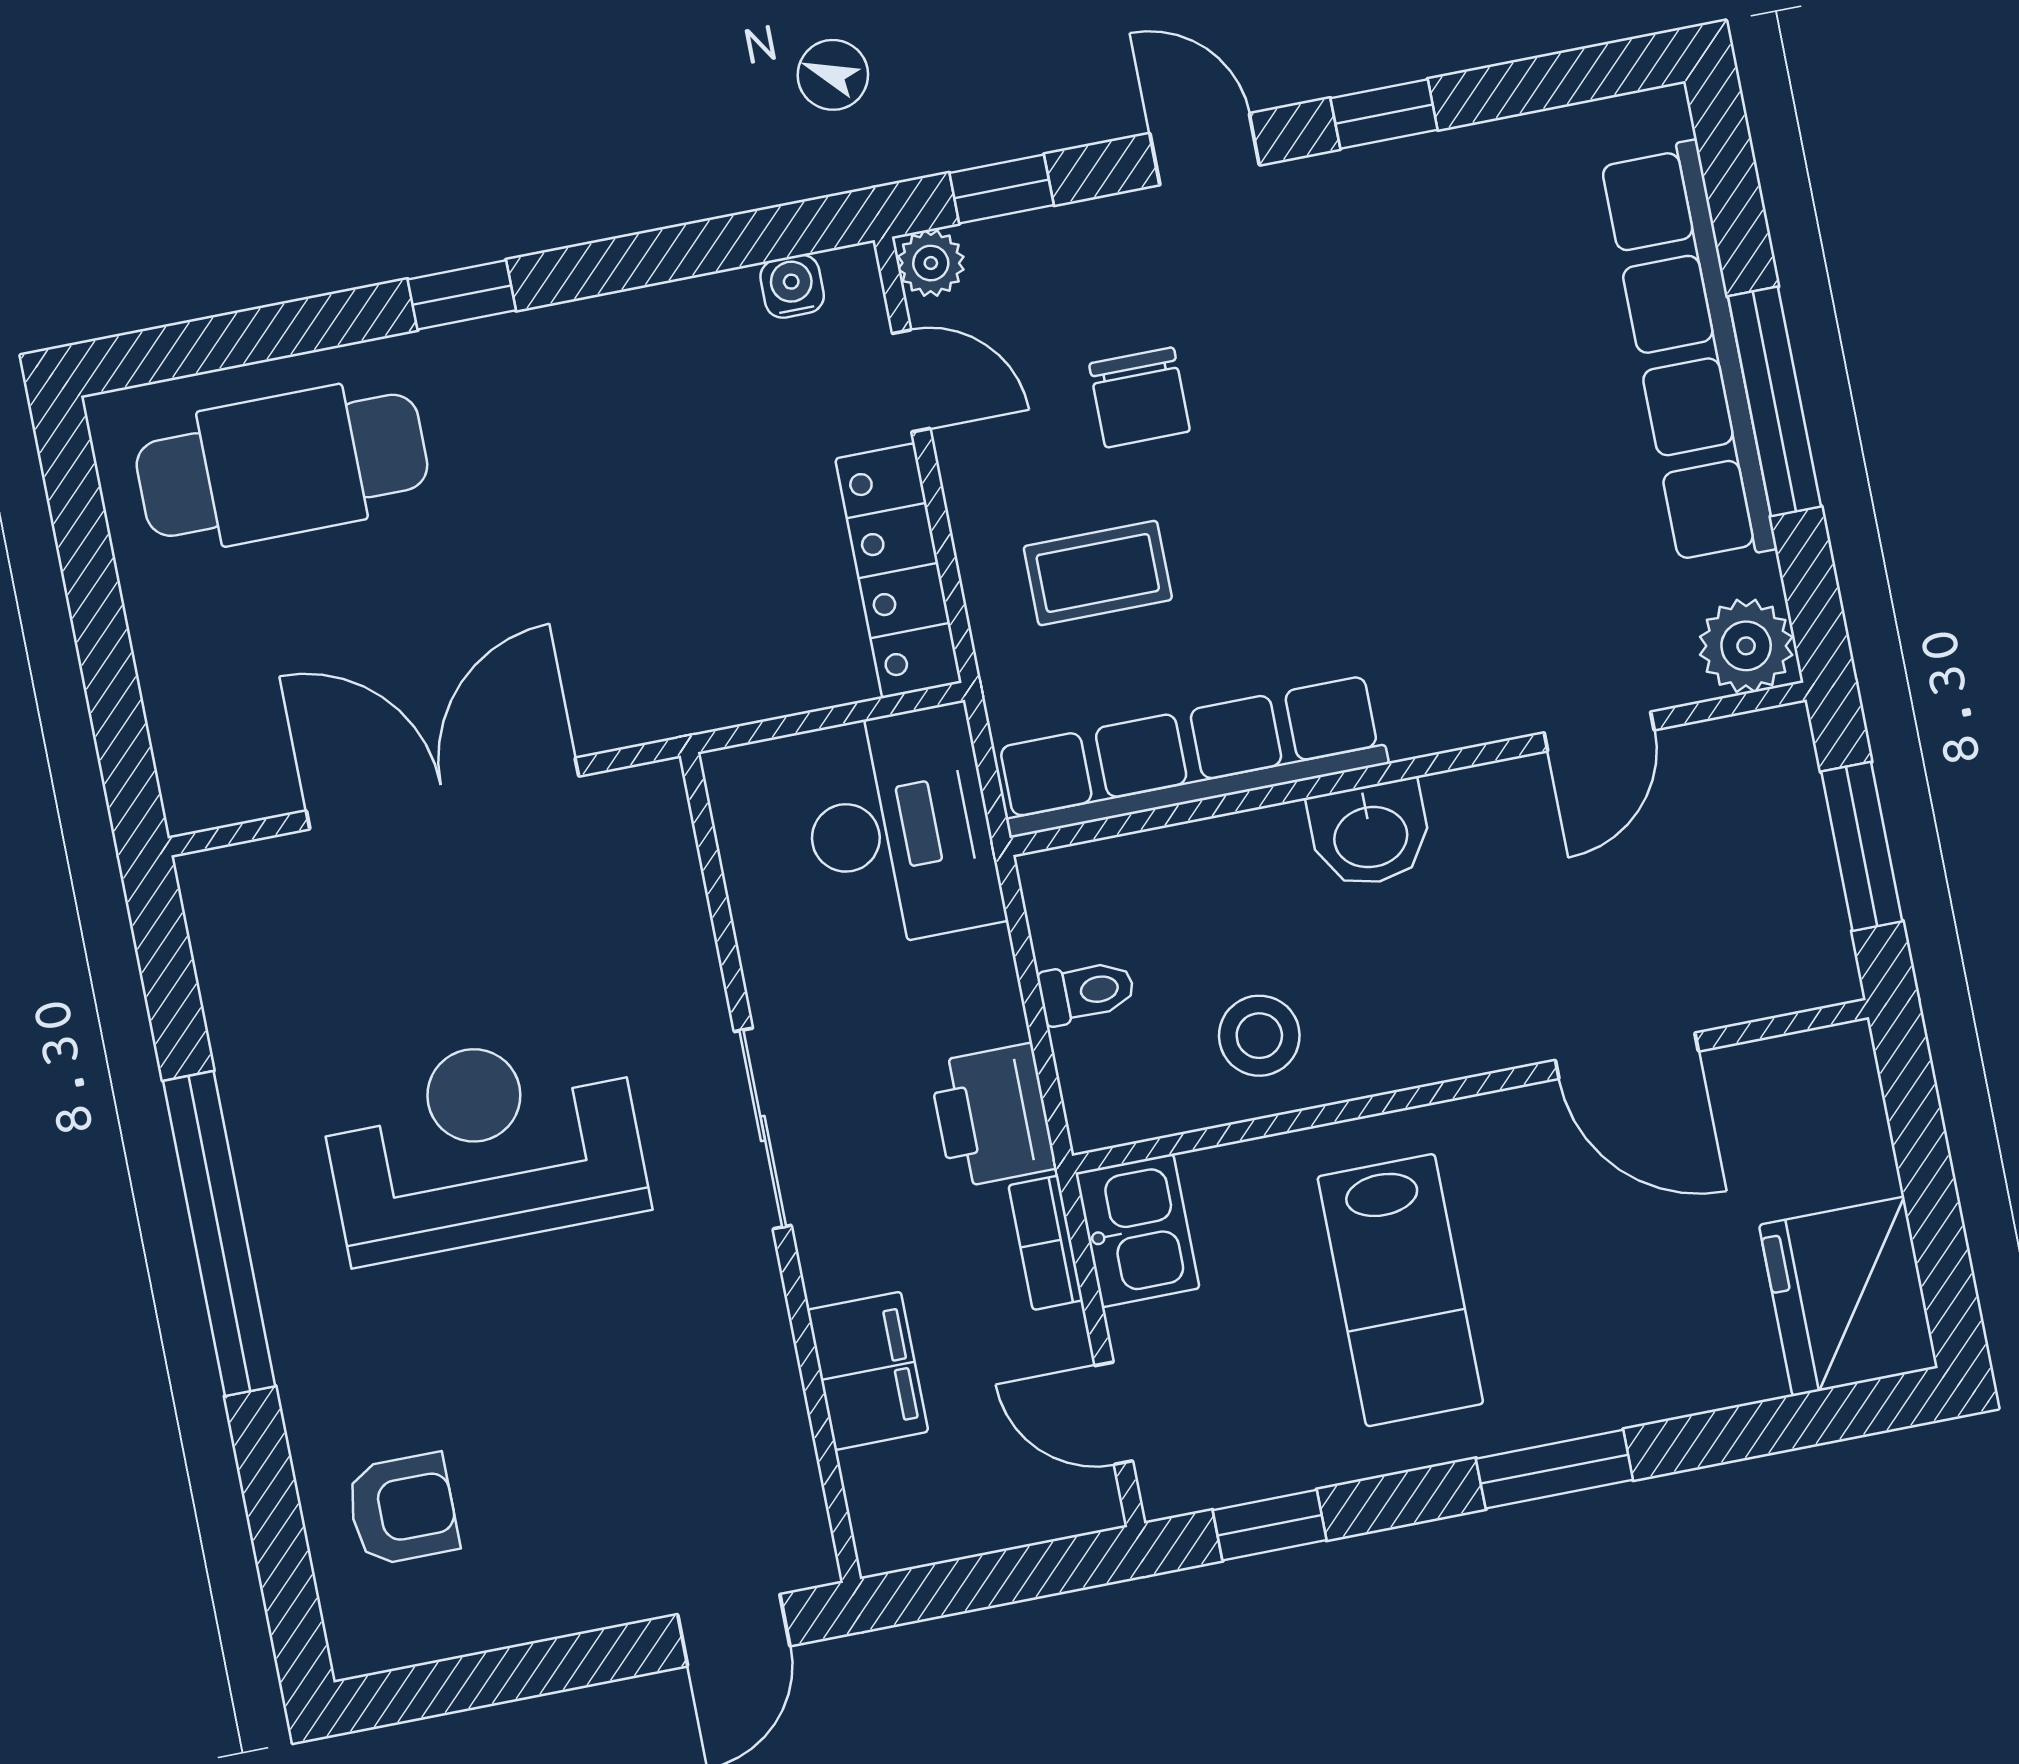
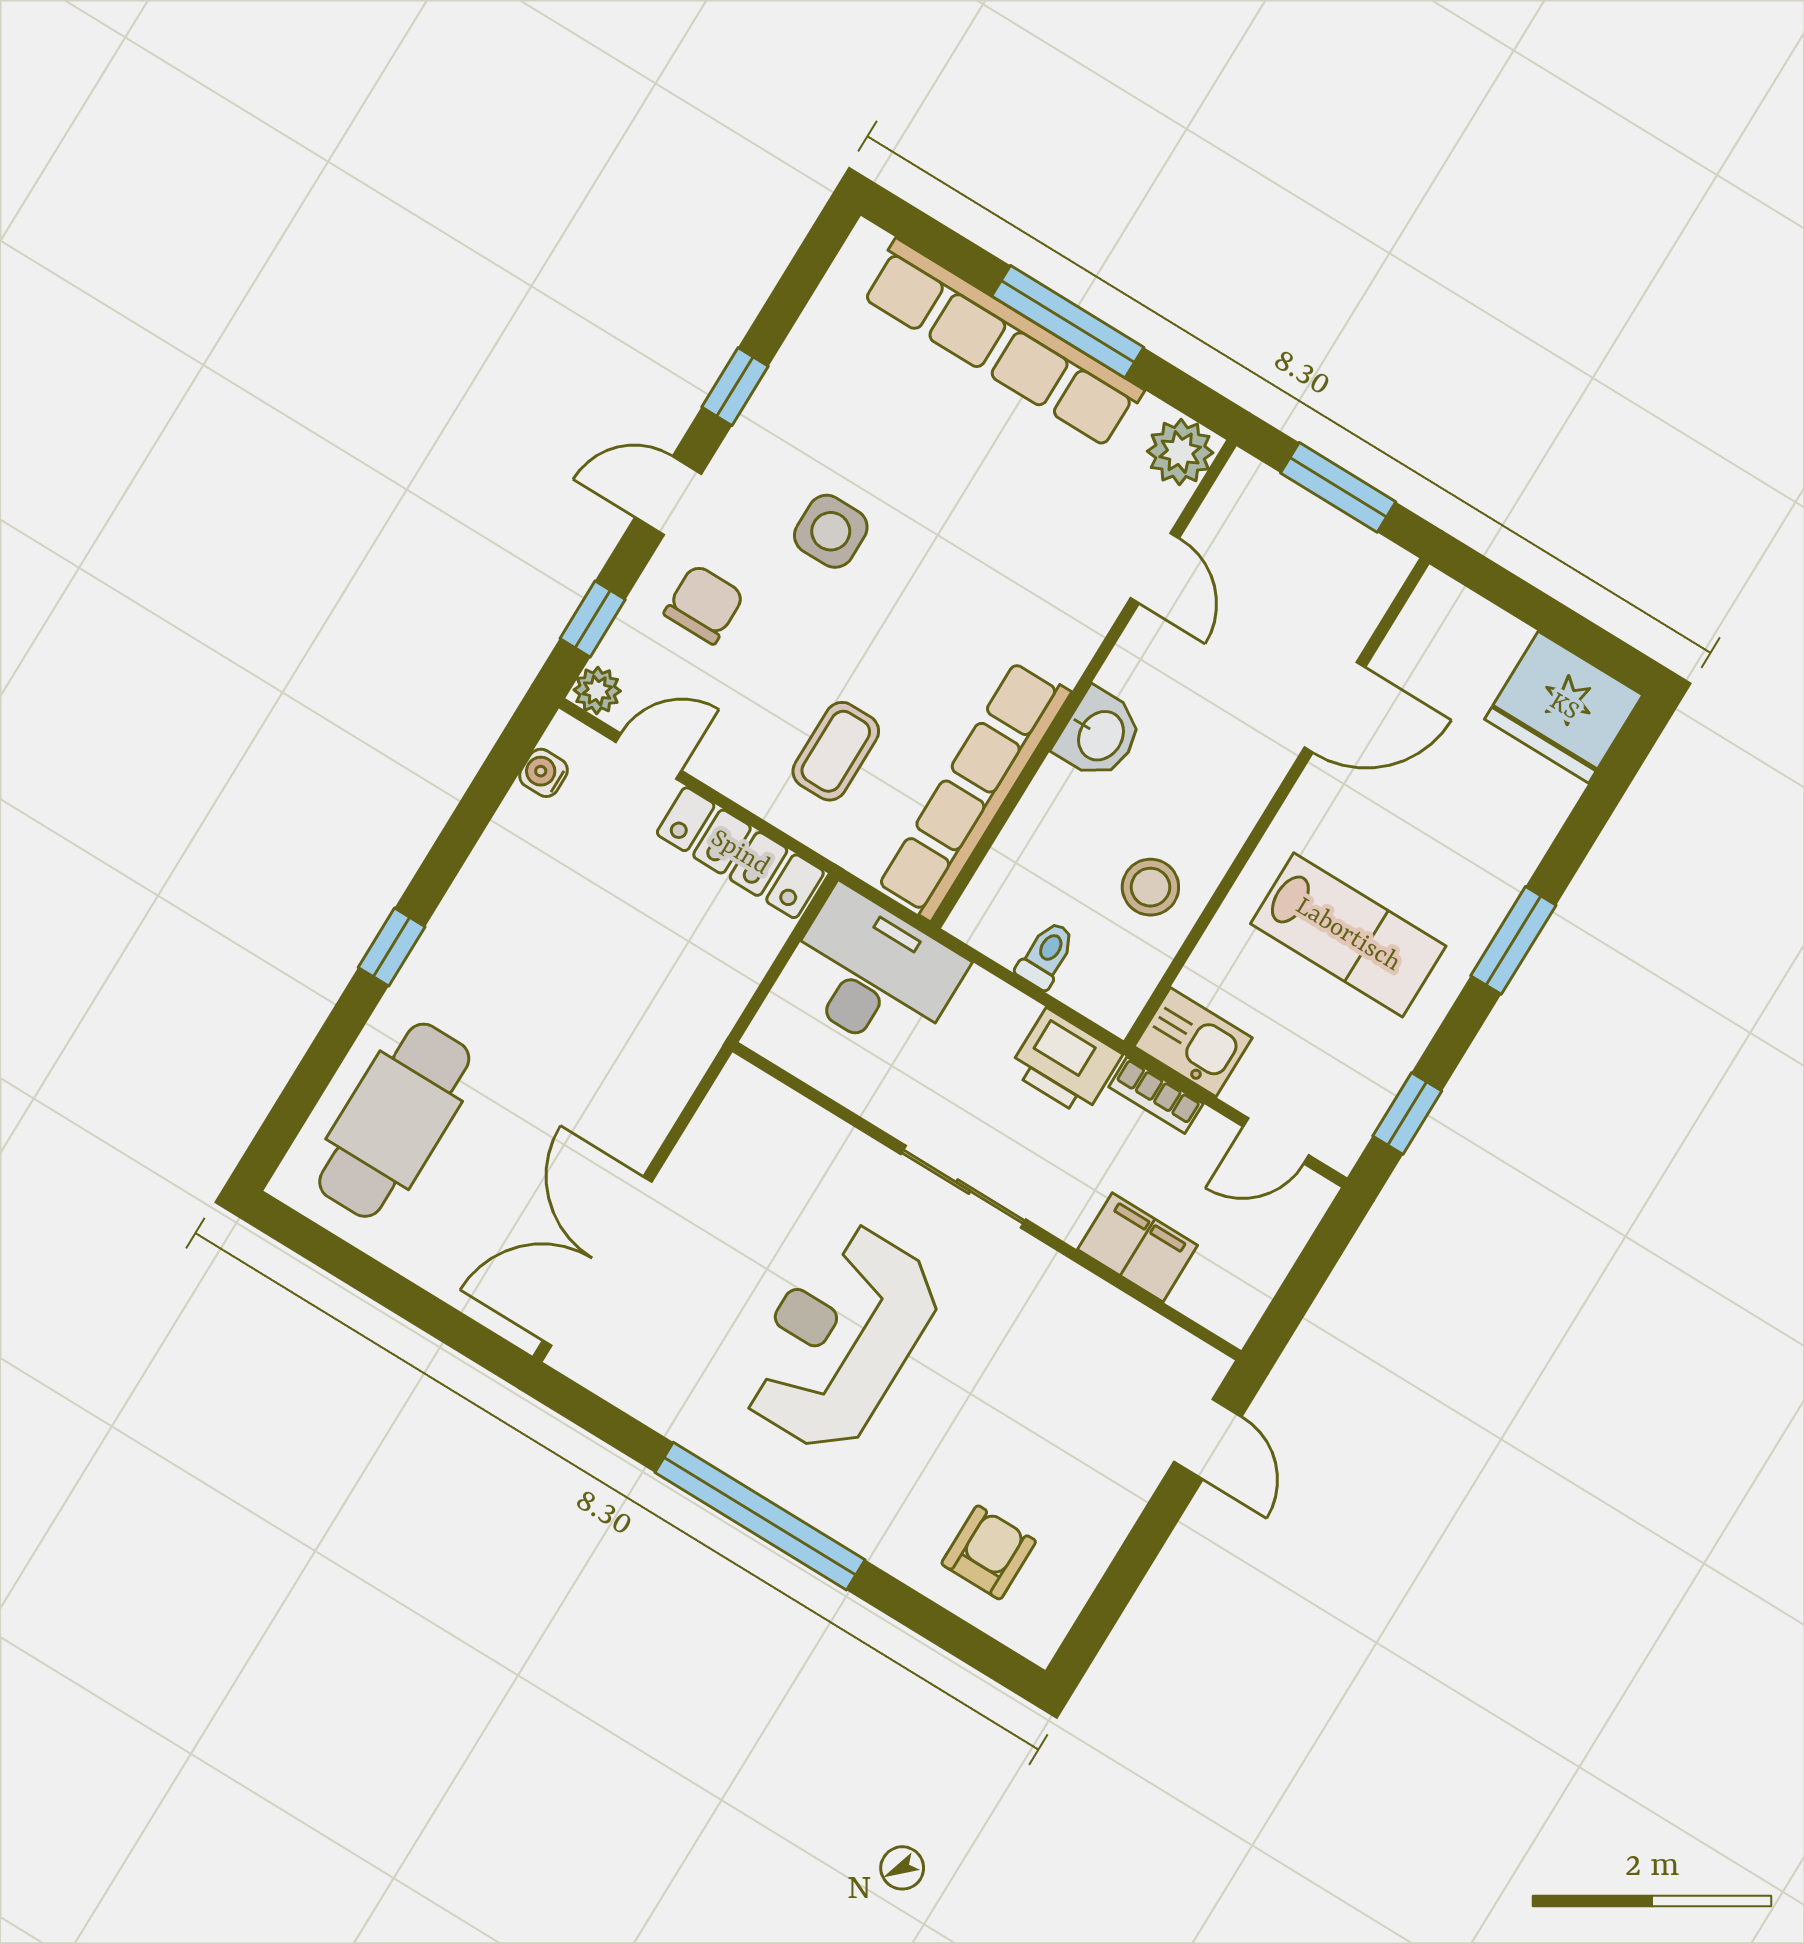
side table: (1324, 355) -> (831, 531), added
chair: (1139, 397) -> (704, 604), moved, turned -90
double door: (443, 793) -> (597, 1261), moved

